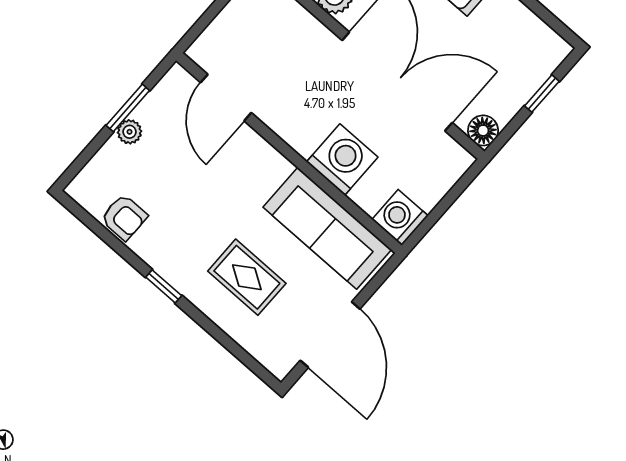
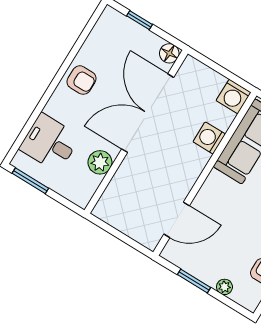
plant: (130, 132) -> (224, 287), moved
washing machine: (342, 160) -> (209, 138), width x0.73, depth x0.73

